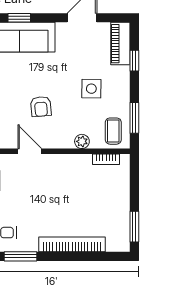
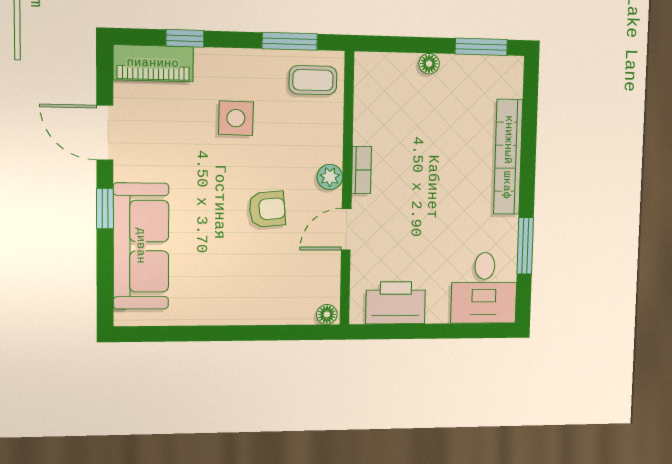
window: (19, 18) -> (105, 209), moved
plant: (82, 141) -> (330, 177), moved
bookcase: (106, 159) -> (361, 170), moved
floor lamp: (124, 197) -> (429, 64), added

